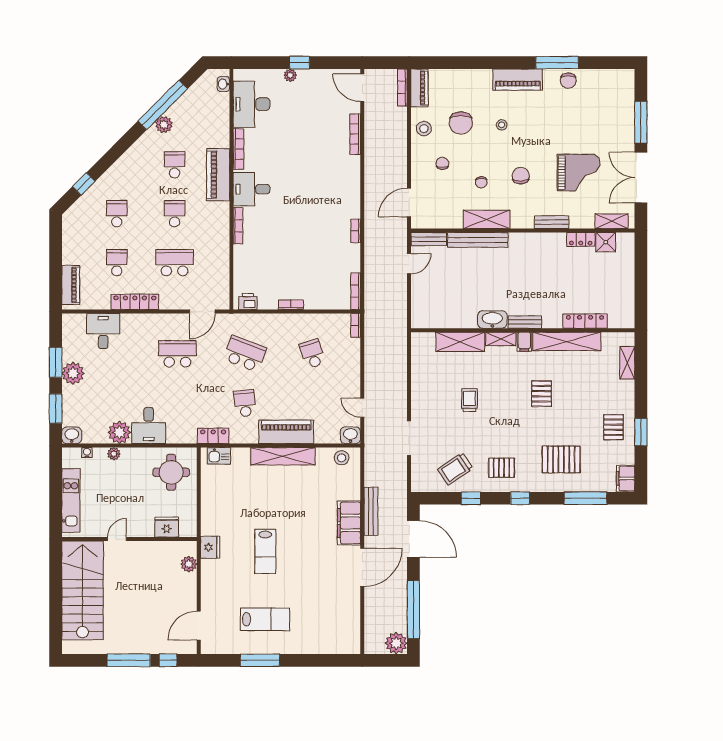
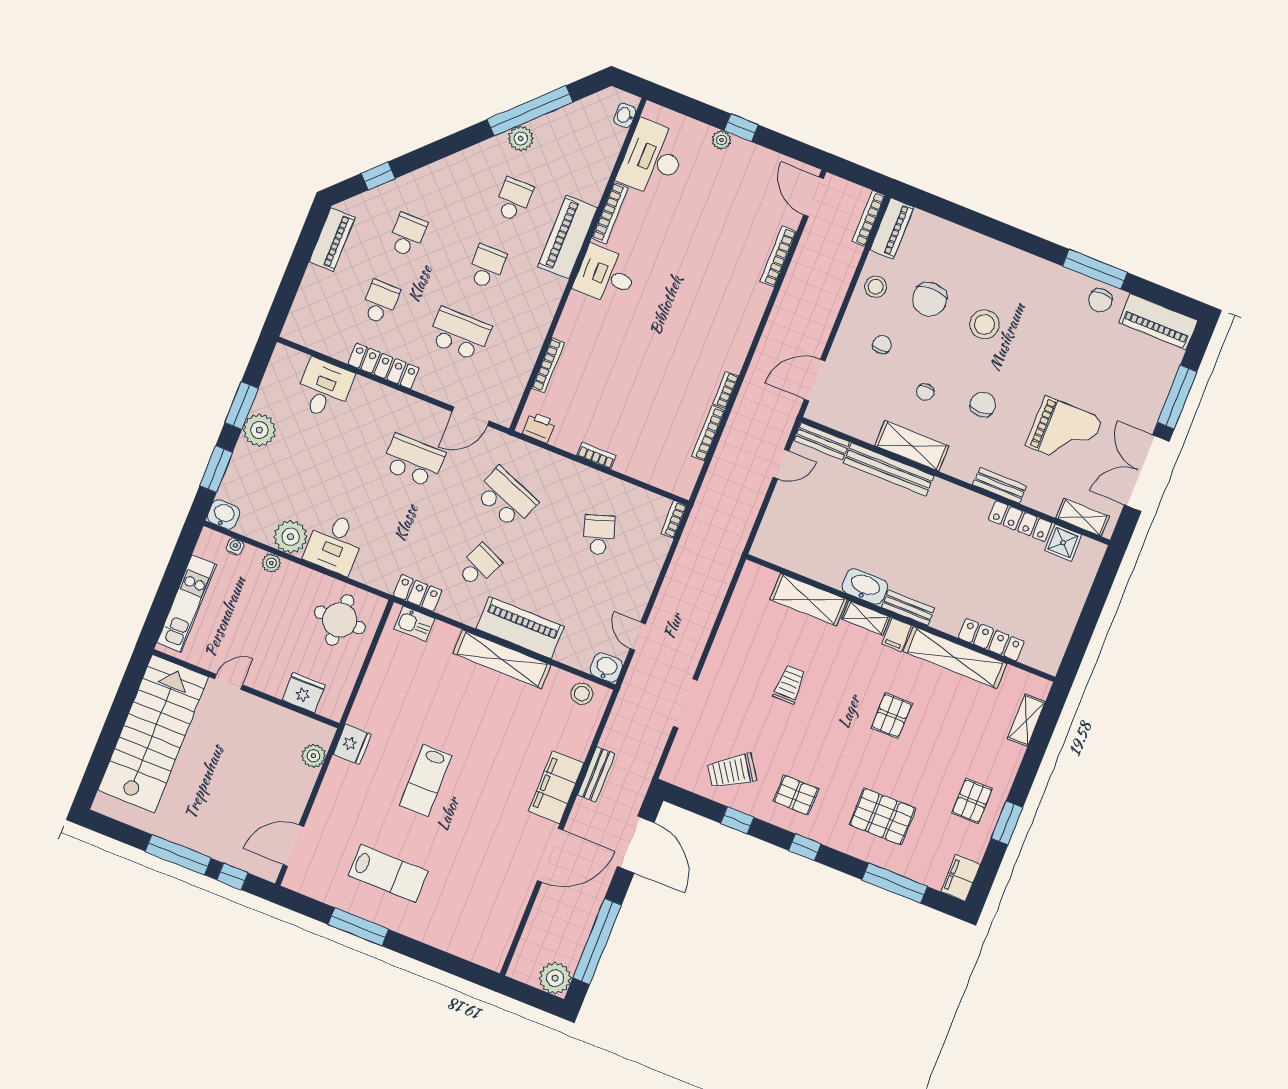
piano: (518, 80) -> (1158, 322), moved
stool: (502, 125) -> (985, 324), width x1.89, depth x1.89
bookcase: (238, 226) -> (548, 365), moved
locker: (581, 240) -> (1020, 521), width x1.53
piano: (71, 285) -> (332, 239), moved
bookcase: (356, 291) -> (708, 433), moved
school desk: (245, 403) -> (479, 566), turned 30
bench: (371, 511) -> (596, 774), width x0.73

